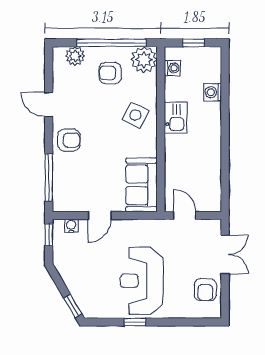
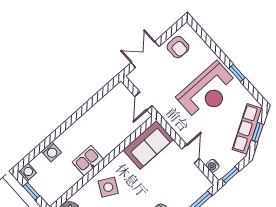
washing machine: (172, 68) -> (27, 172), moved, turned 90
door: (100, 215) -> (190, 154), hinge flipped
row of seats: (77, 286) -> (247, 129), added
armchair: (205, 290) -> (178, 47), turned 90
window: (73, 306) -> (257, 132), moved

